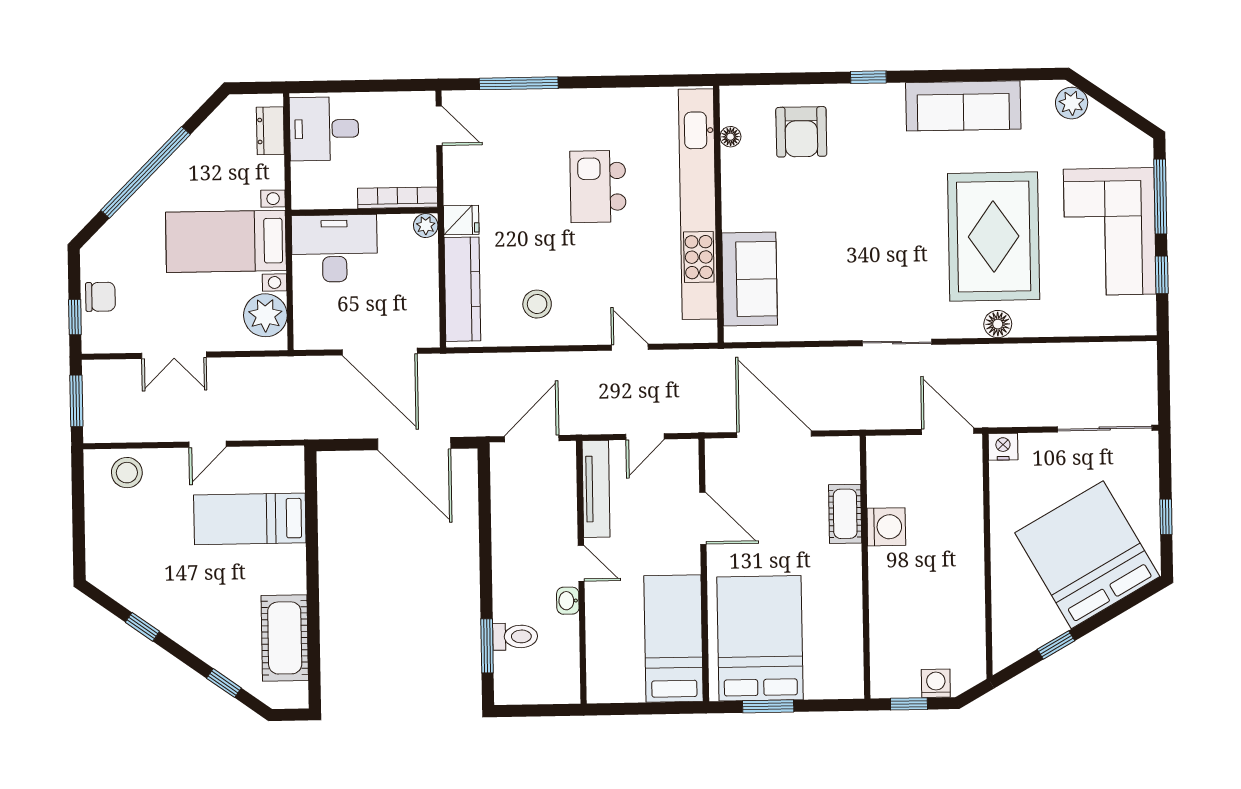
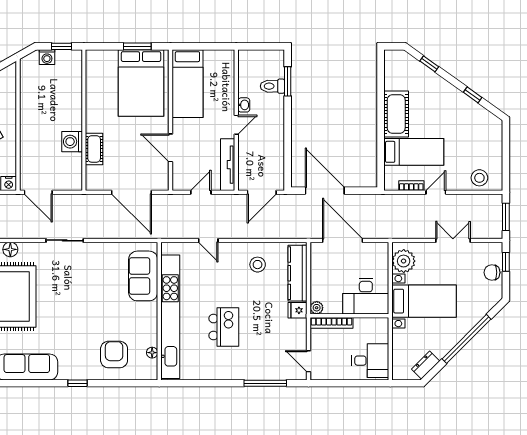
dresser: (270, 131) -> (426, 365), moved, turned -135
bookcase: (253, 456) -> (411, 186), added
door: (581, 563) -> (236, 125), swing flipped
cot: (285, 638) -> (396, 114), moved

